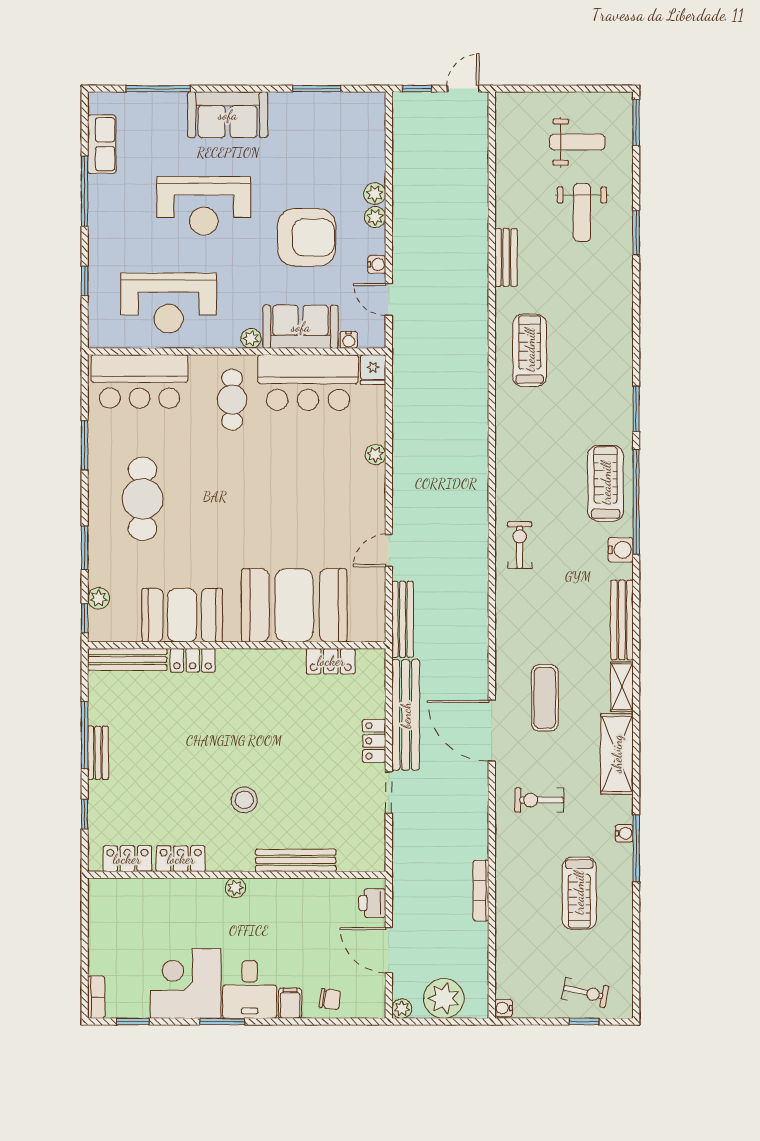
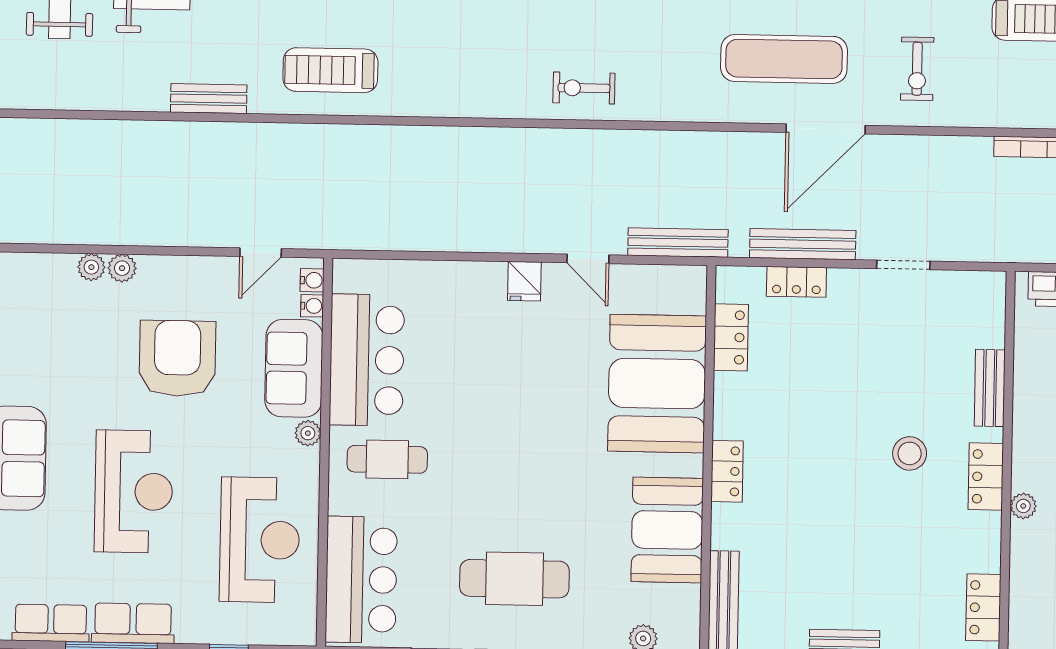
row of seats: (103, 207) -> (133, 623), added
plant: (375, 217) -> (91, 267), moved
water cooler: (377, 264) -> (312, 280), moved, turned 90
fridge: (373, 370) -> (524, 281), moved, turned 90
plant: (375, 455) -> (462, 274), removed
locker: (193, 660) -> (727, 471), moved
exercise mat: (545, 698) -> (784, 59), width x1.36, depth x1.45
bench: (406, 715) -> (803, 244), width x0.73, depth x0.82
locker: (374, 741) -> (796, 282), moved
locker: (181, 859) -> (986, 477), moved
bench: (296, 860) -> (990, 388), width x0.73
plant: (235, 888) -> (1023, 506), moved

